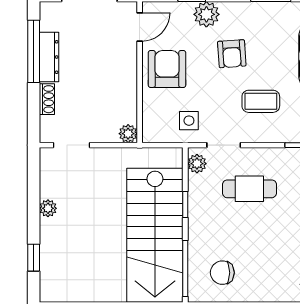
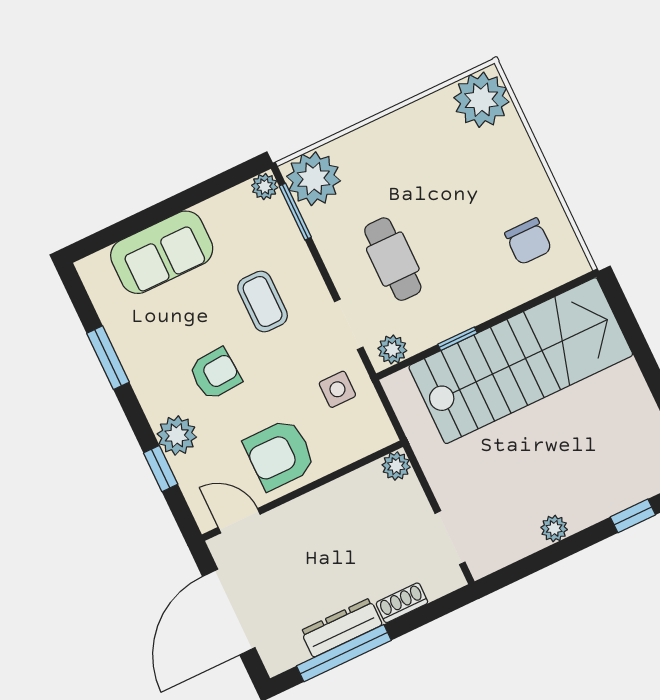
window: (185, 268) -> (547, 296), removed

